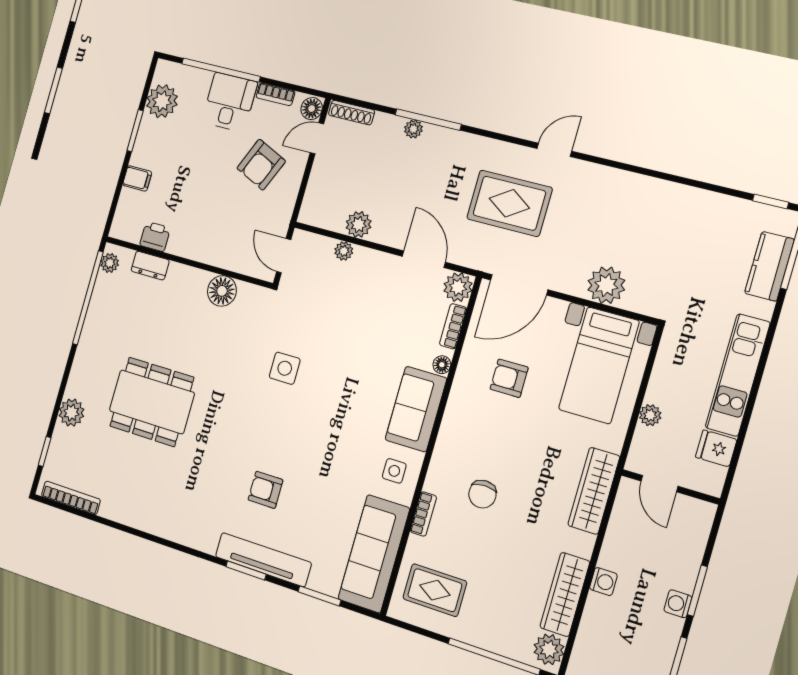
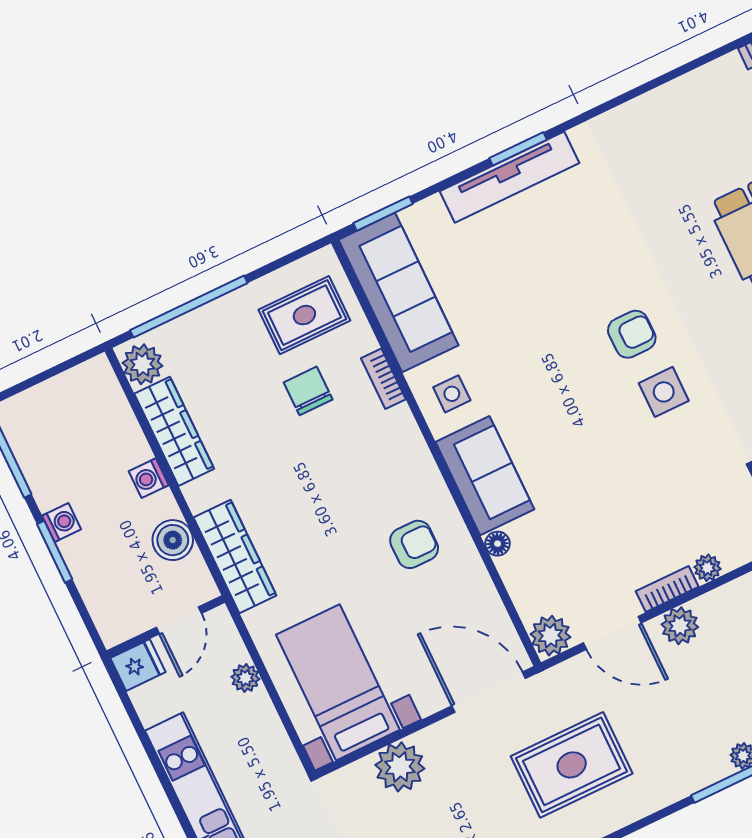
plant: (359, 224) -> (680, 626), moved
door: (519, 285) -> (489, 692), hinge flipped
bookcase: (453, 326) -> (667, 589), moved, turned -90
armchair: (509, 378) -> (414, 544), moved
fridge: (716, 448) -> (138, 665), moved
door: (659, 484) -> (179, 620), swing flipped
armchair: (265, 490) -> (632, 334), moved
chair: (482, 494) -> (308, 391), moved
boiler: (621, 533) -> (173, 540), added
window: (319, 596) -> (383, 214), moved

